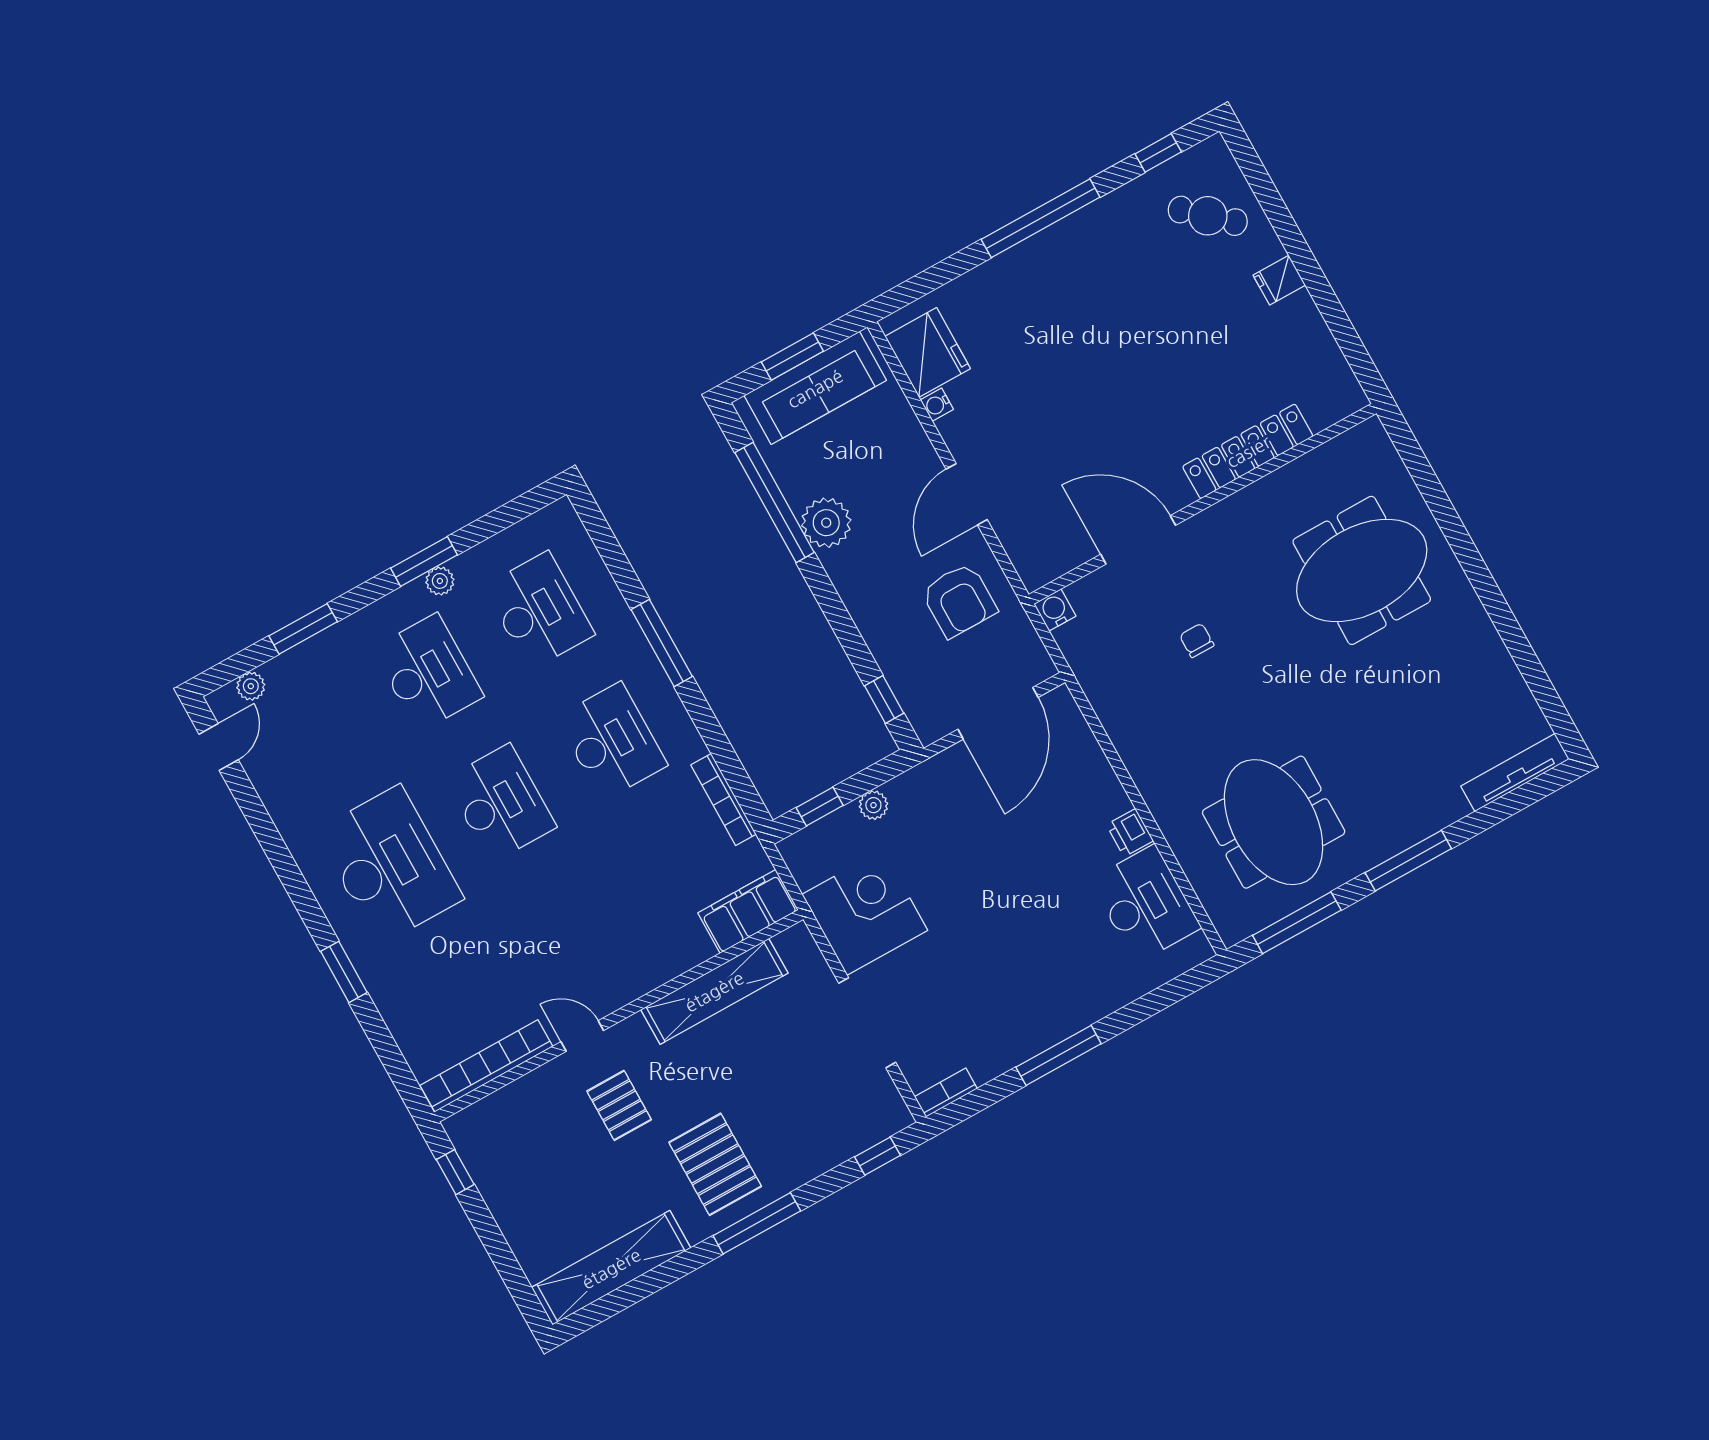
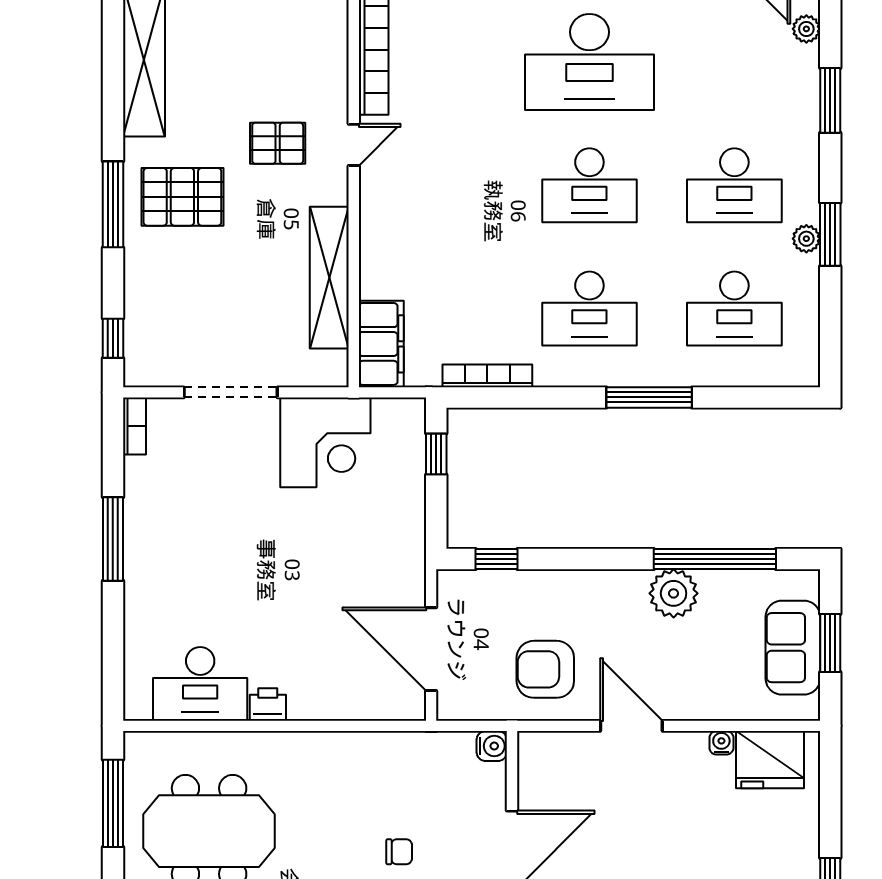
sofa: (815, 388) -> (793, 648), width x0.73
plant: (873, 805) -> (412, 500), removed

